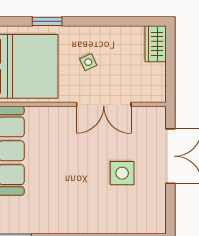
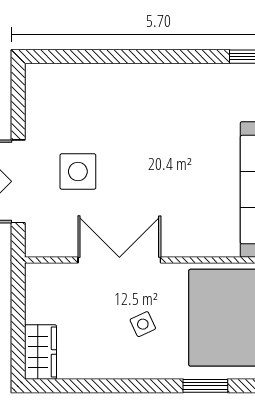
side table: (122, 173) -> (78, 171), moved

